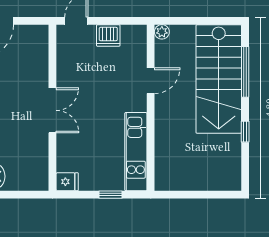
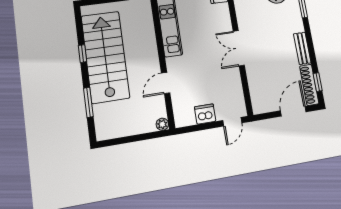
window: (245, 72) -> (88, 102), width x0.69
stairs: (219, 79) -> (105, 57), moved

